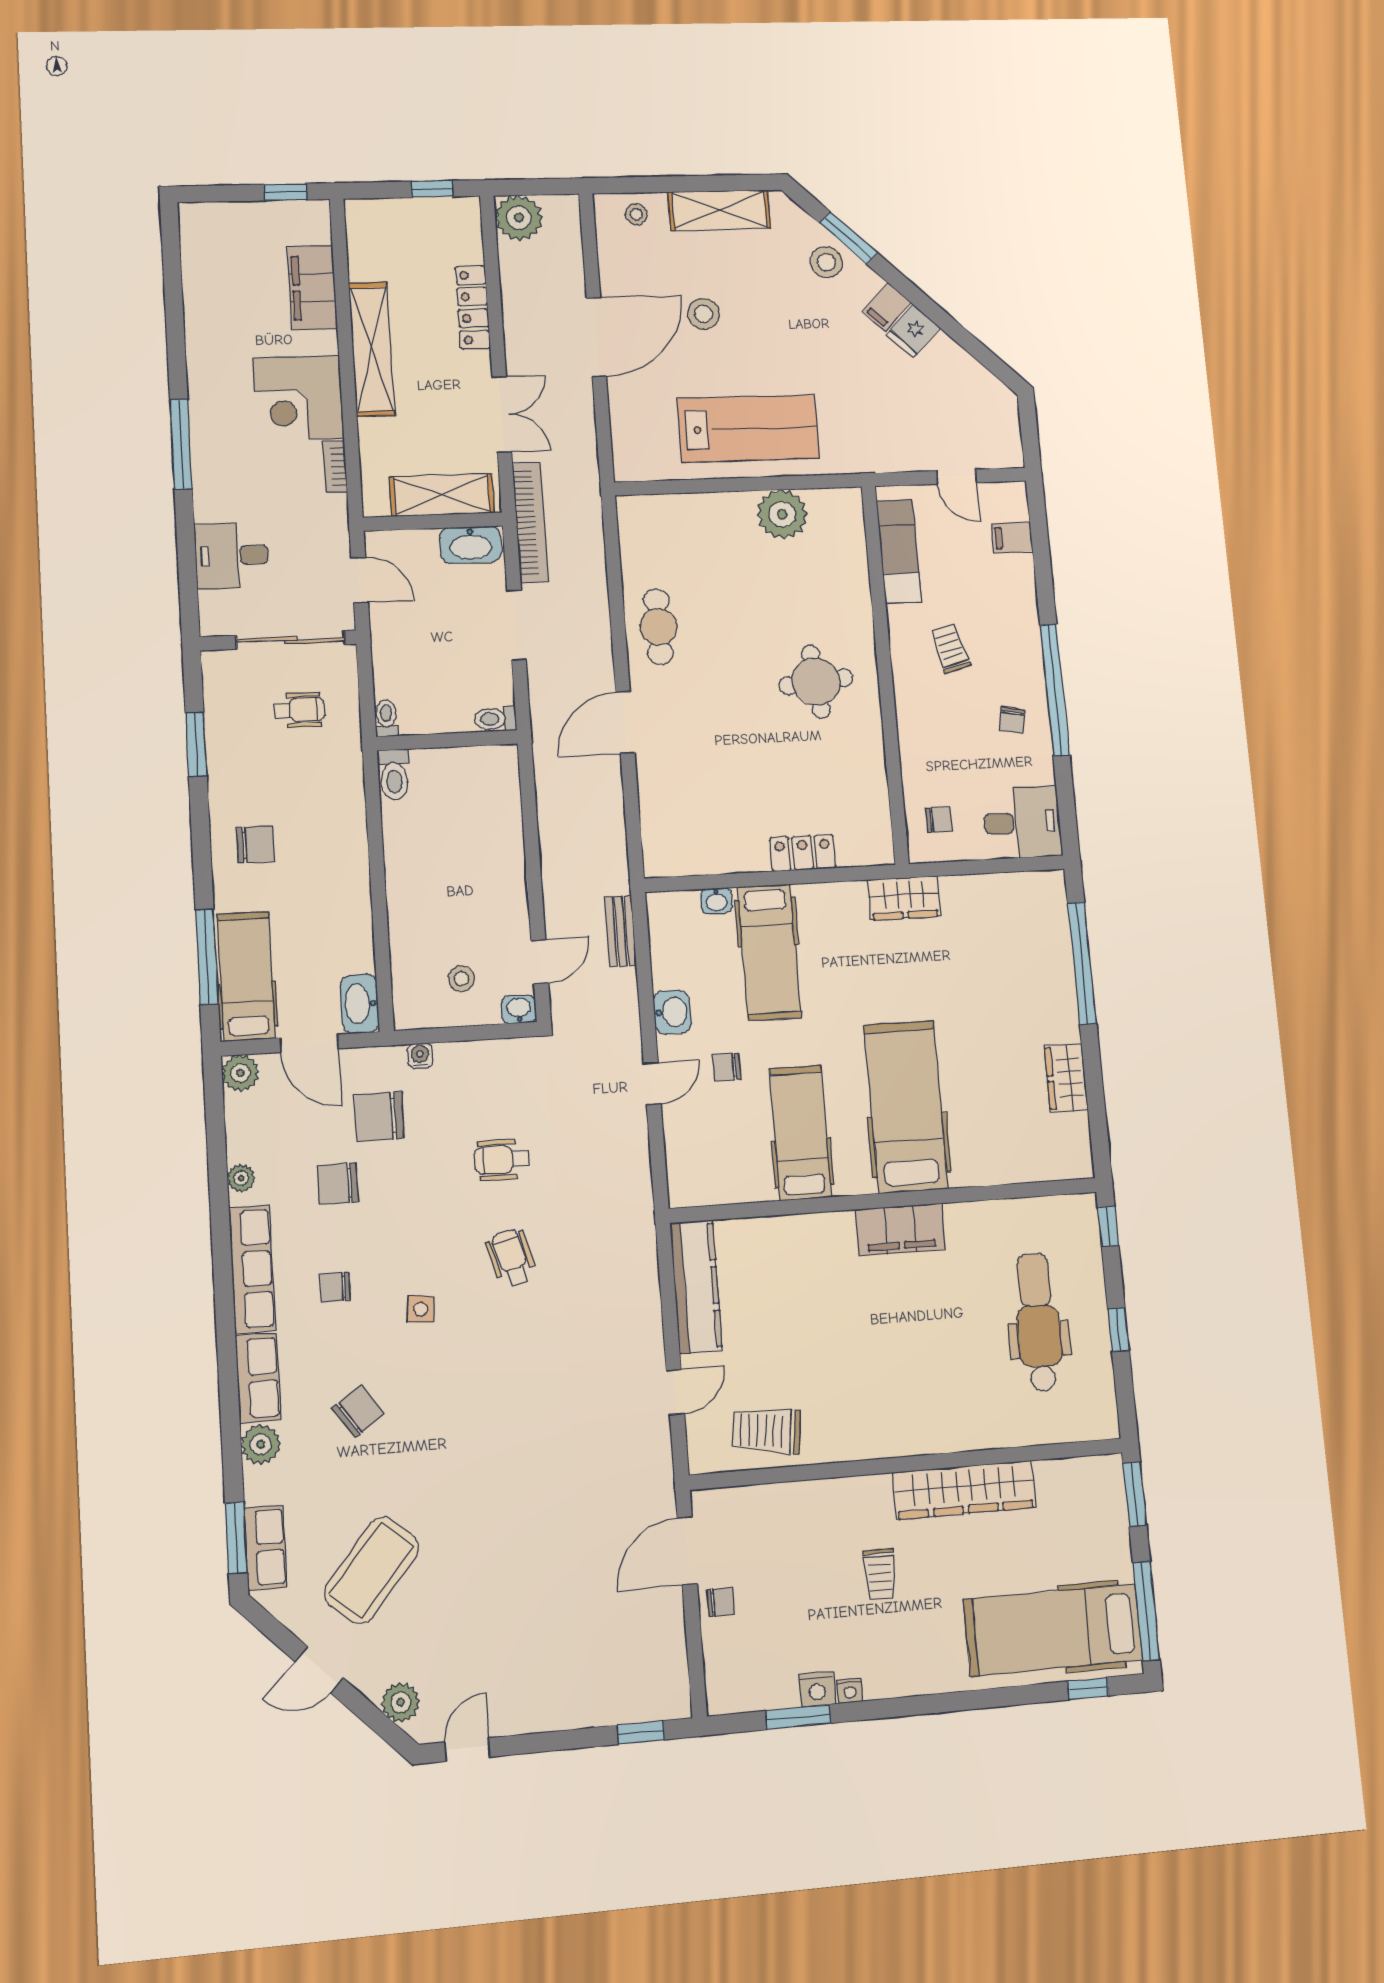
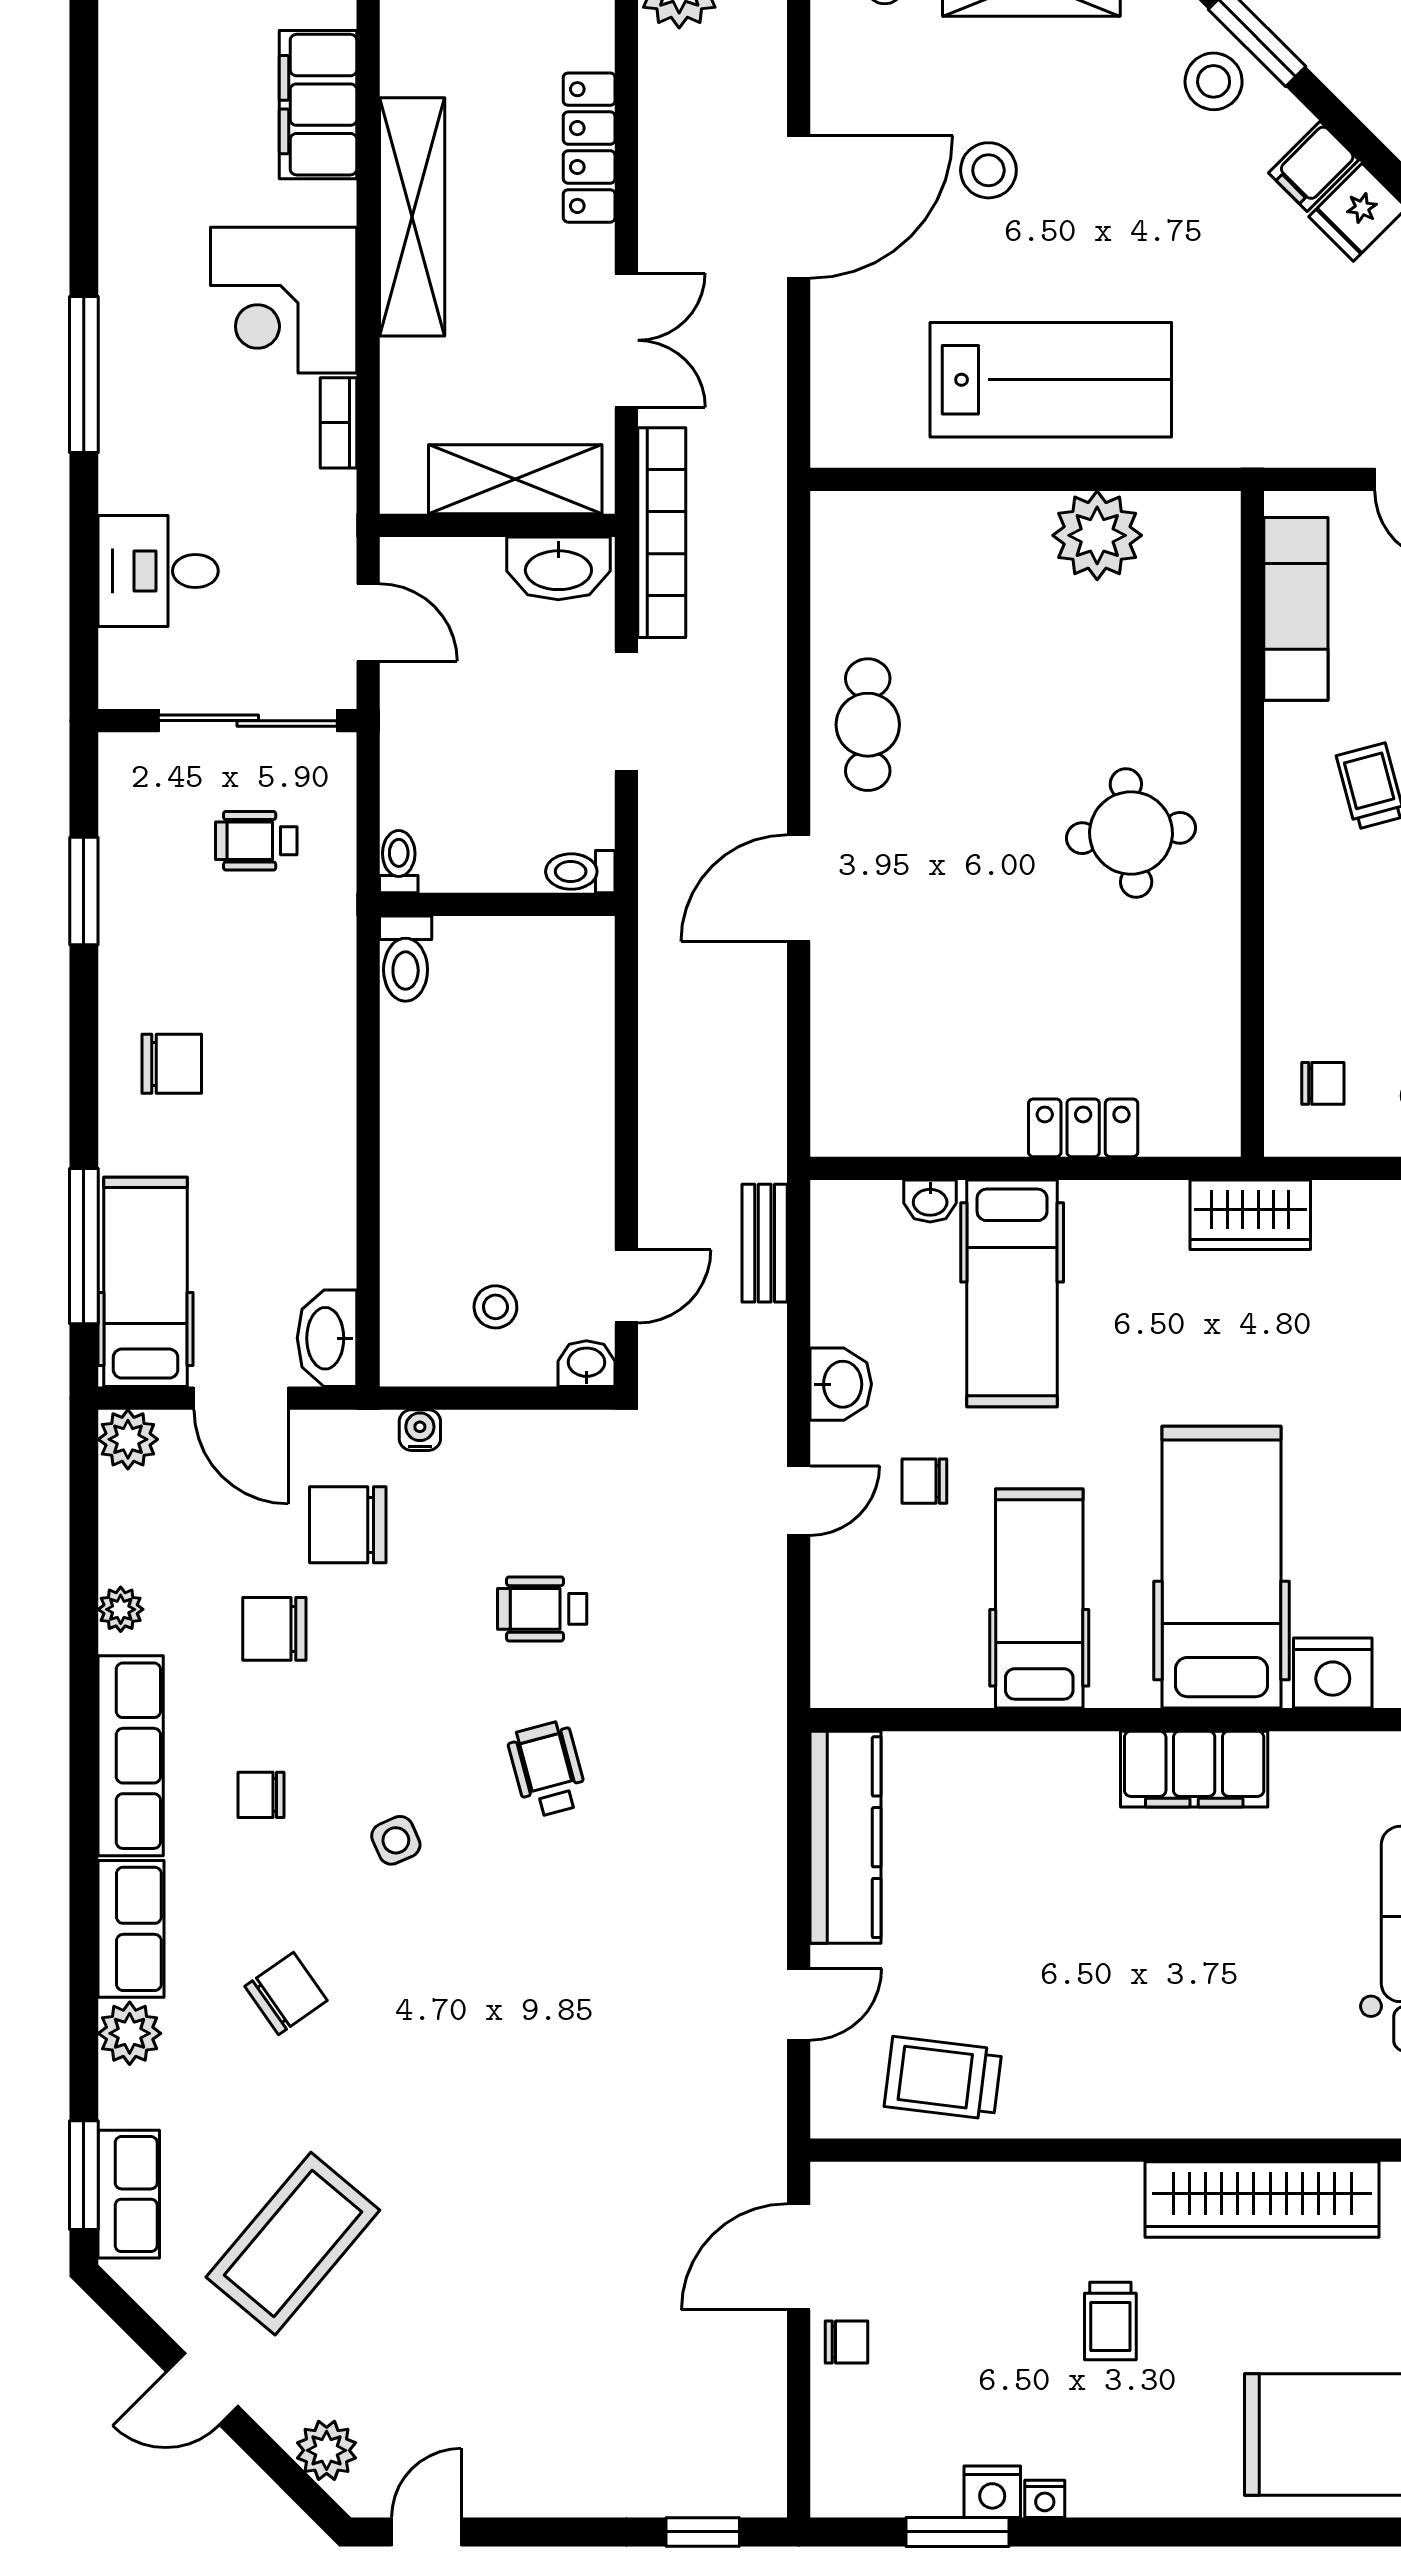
wheelchair: (300, 710) -> (256, 841), turned 180
nightstand: (977, 1166) -> (1333, 1673), added
side table: (421, 1309) -> (396, 1840), turned -30

